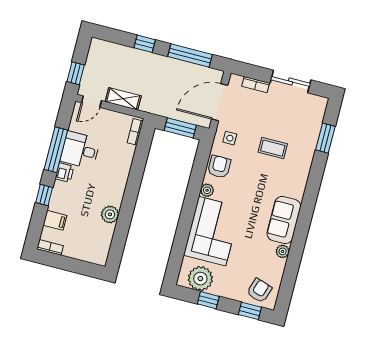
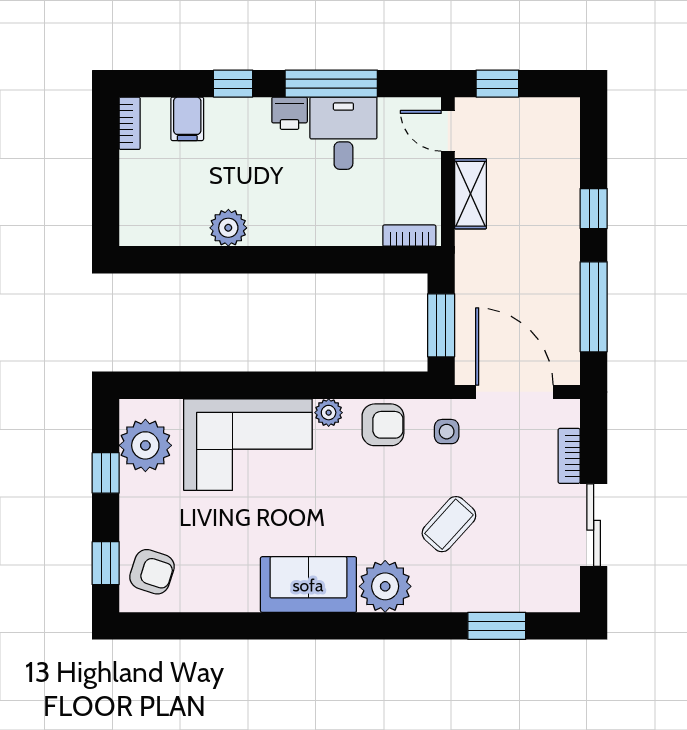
coffee table: (273, 148) -> (449, 524), turned 42
plant: (283, 251) -> (385, 586), moved, width x1.88, depth x1.88

